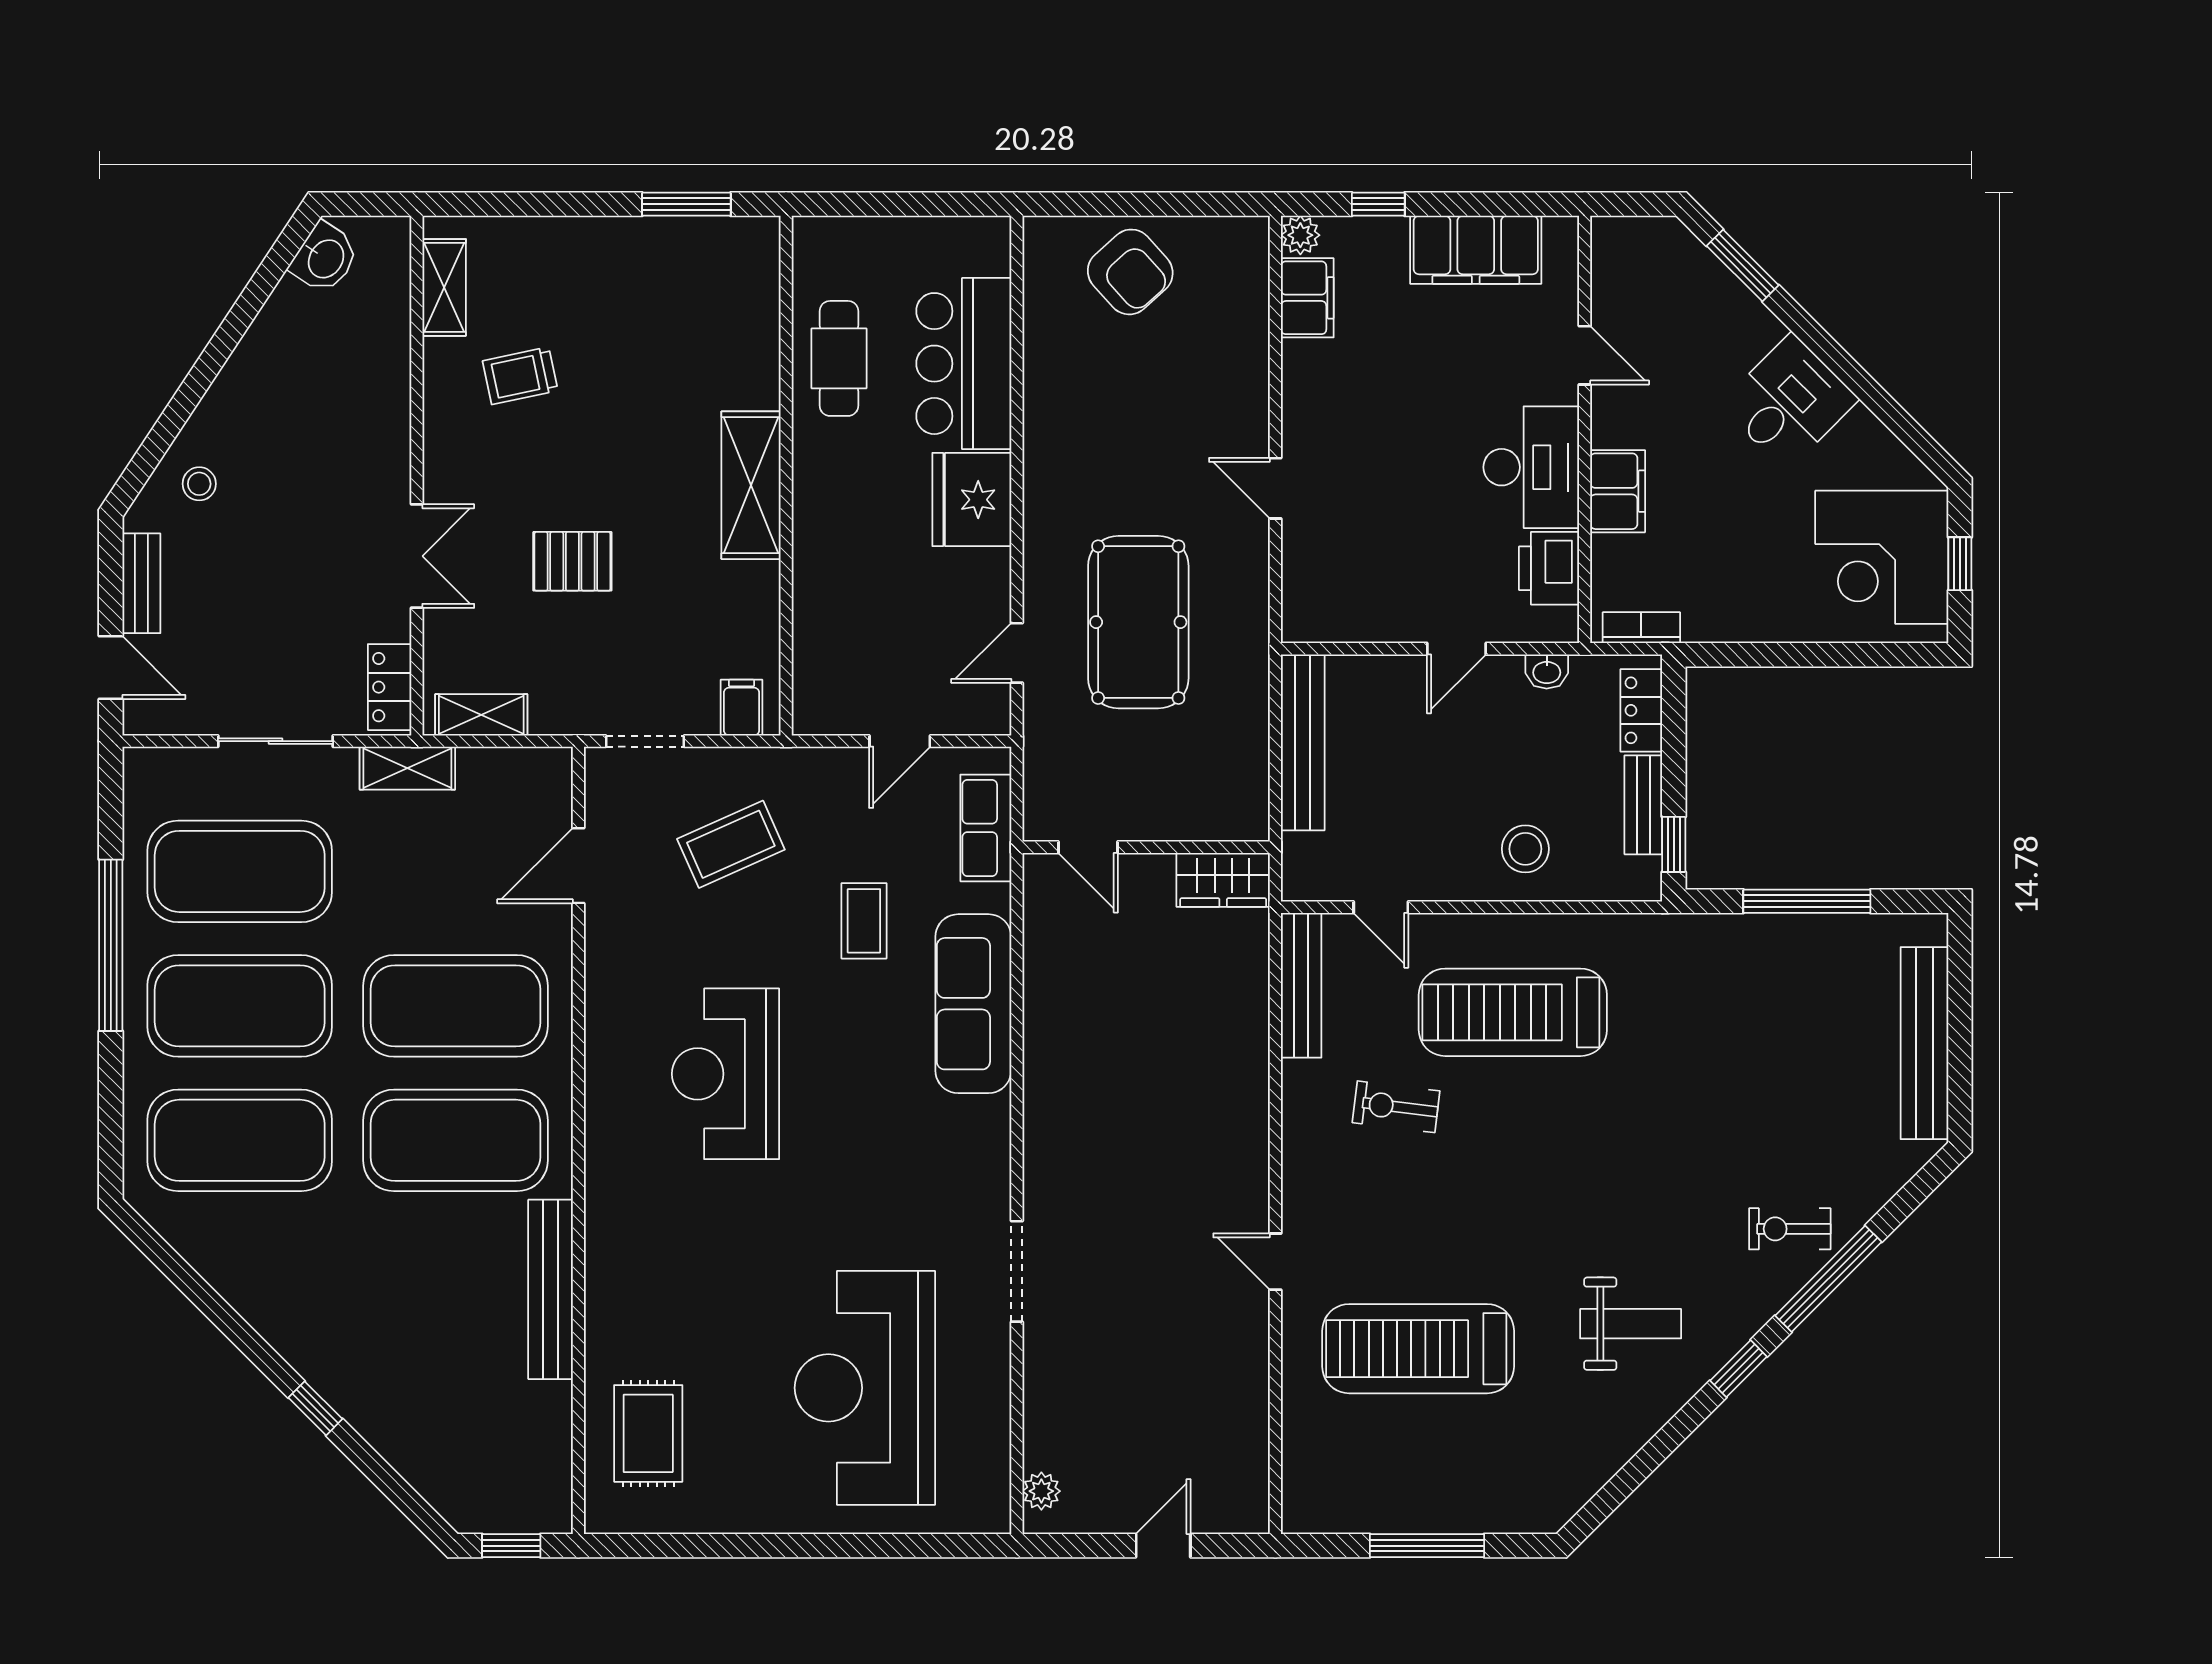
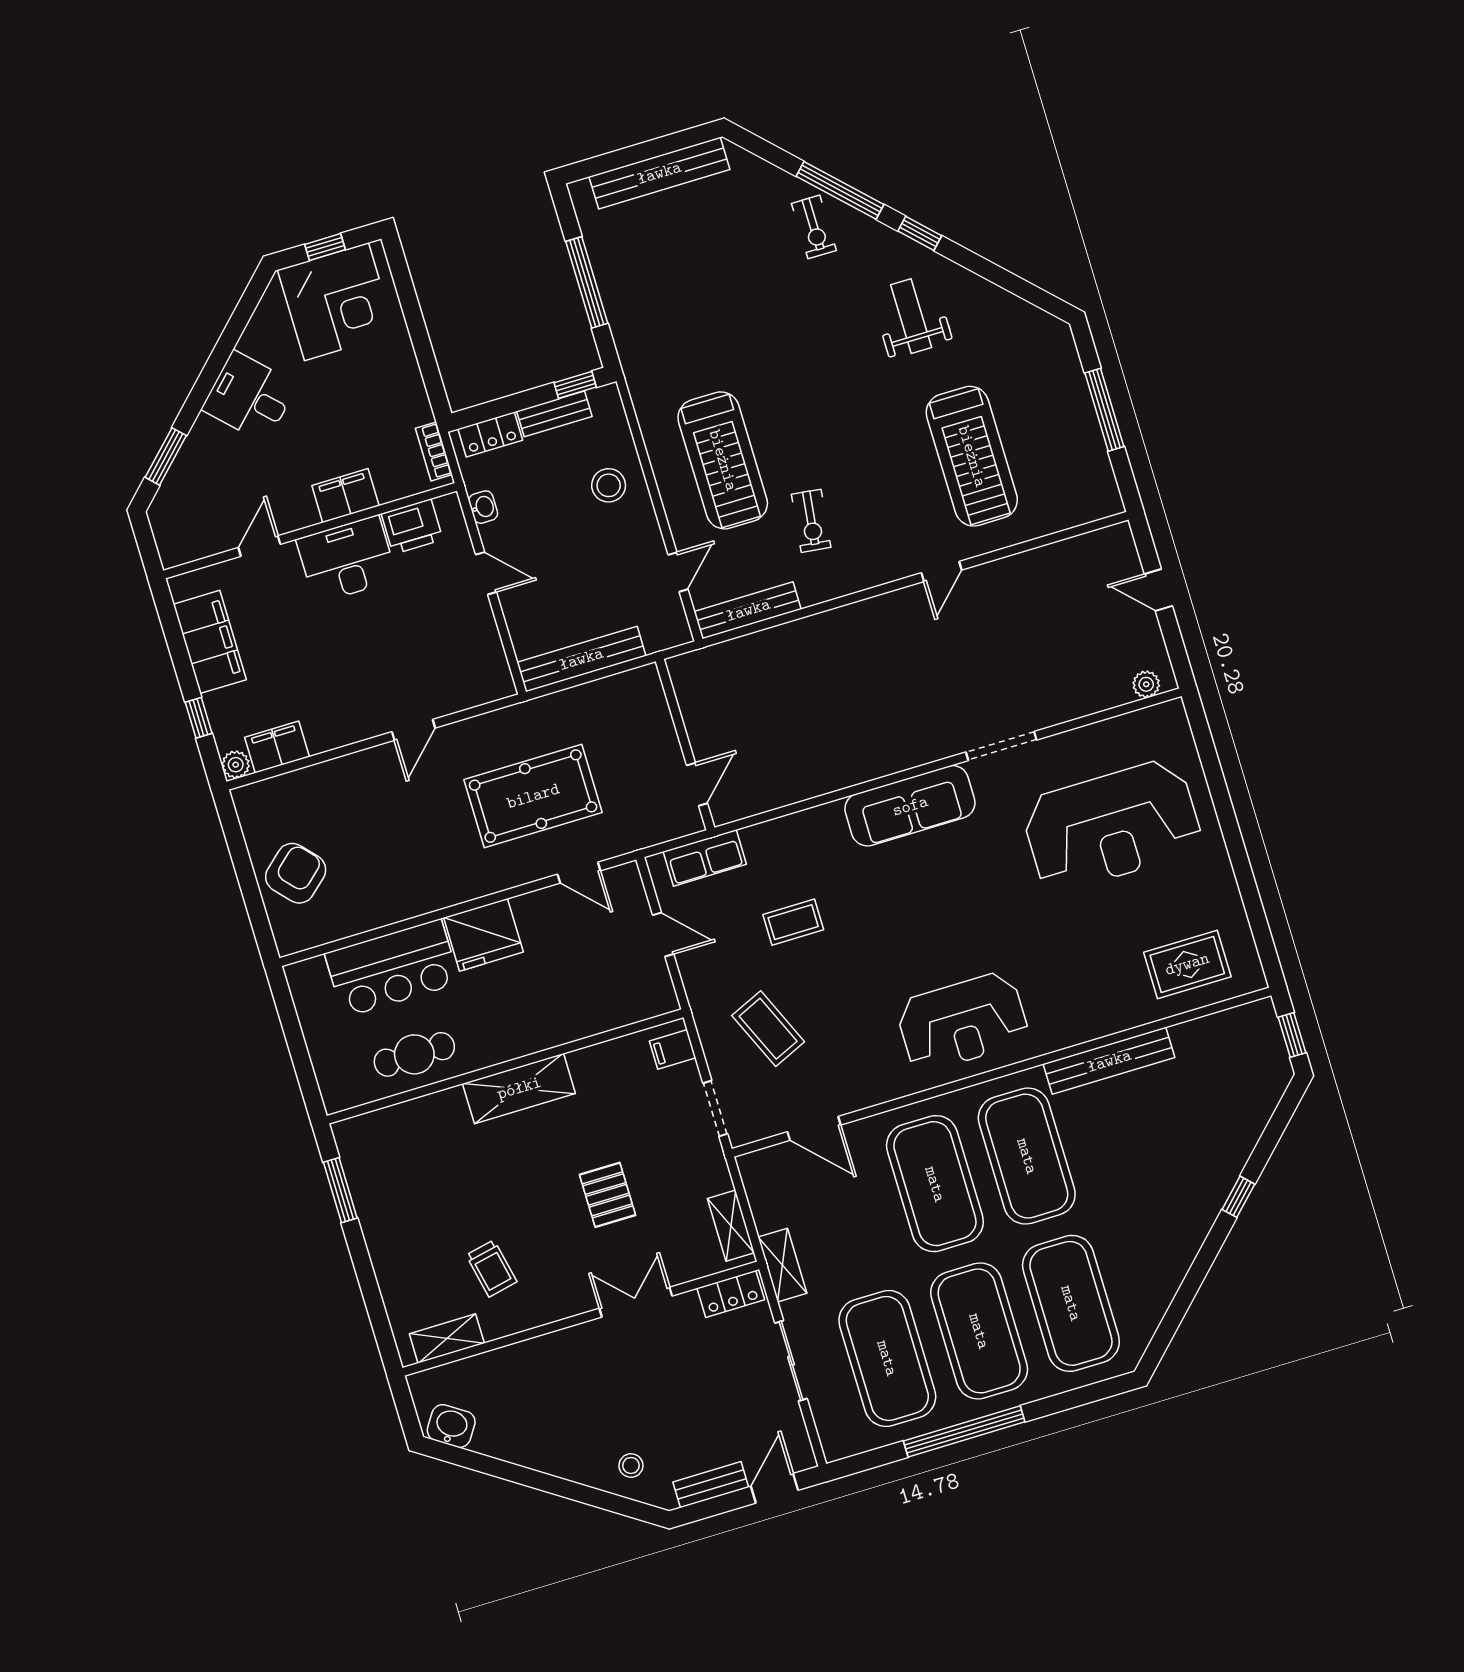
wardrobe: (1223, 880) -> (692, 685), removed
sofa: (973, 1004) -> (910, 806), moved
reception desk: (725, 1074) -> (963, 1022), moved

